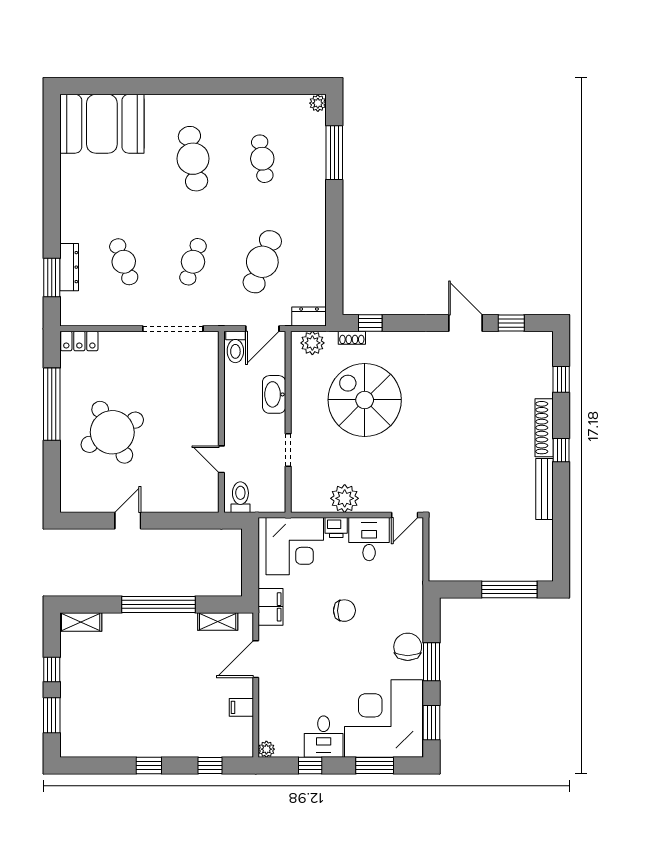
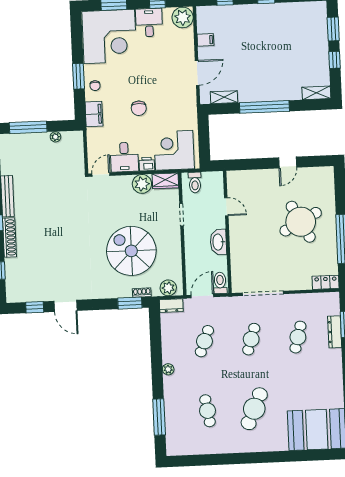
plant: (318, 103) -> (168, 369), moved
cafe table: (193, 159) -> (254, 409), turned 33
cafe table: (124, 262) -> (298, 337), turned 36
cafe table: (262, 262) -> (204, 341), width x0.73, depth x0.74
window: (370, 323) -> (130, 303), width x1.50
washbasin: (274, 394) -> (218, 242), moved, turned 180
spiral stairs: (365, 400) -> (131, 251), turned 180
toilet: (240, 497) -> (195, 182), moved
wardrobe: (310, 501) -> (165, 181), added
plant: (469, 574) -> (55, 137), added
filing cabinet: (271, 607) -> (94, 114), moved, turned 180
chair: (344, 611) -> (139, 108), turned -90
chair: (408, 647) -> (95, 86), width x0.54, depth x0.54
window: (432, 723) -> (77, 35), removed
plant: (266, 749) -> (183, 17), width x1.88, depth x1.88

